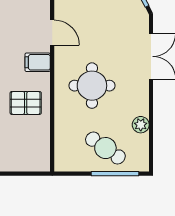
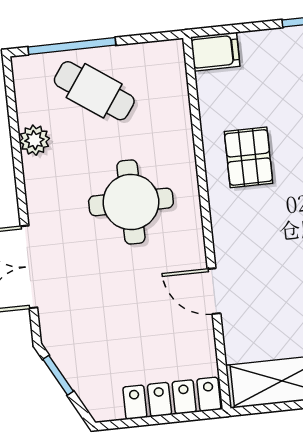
filing cabinet: (38, 62) -> (215, 52), moved
pallet: (26, 103) -> (249, 157), turned 90

